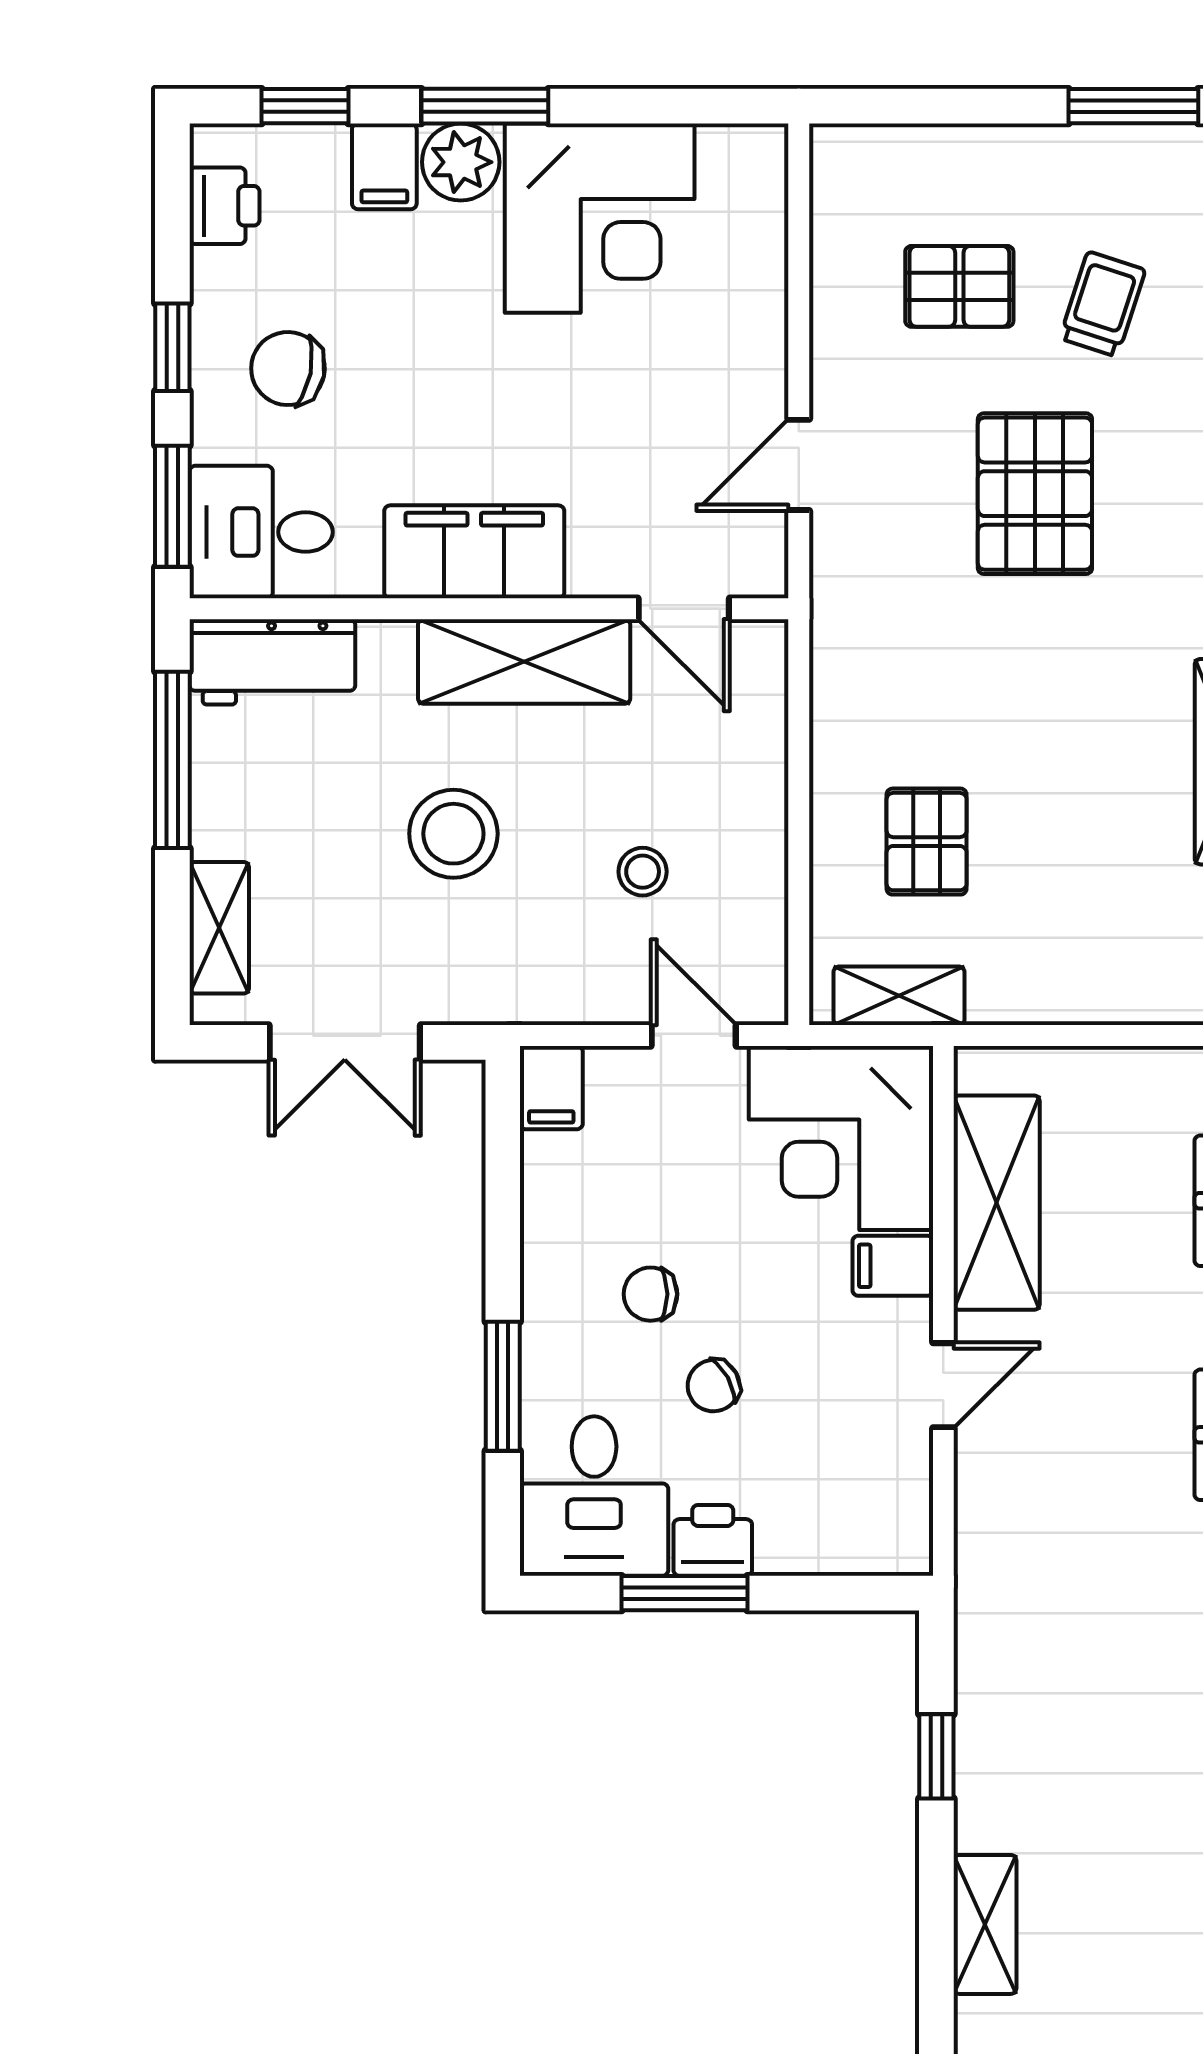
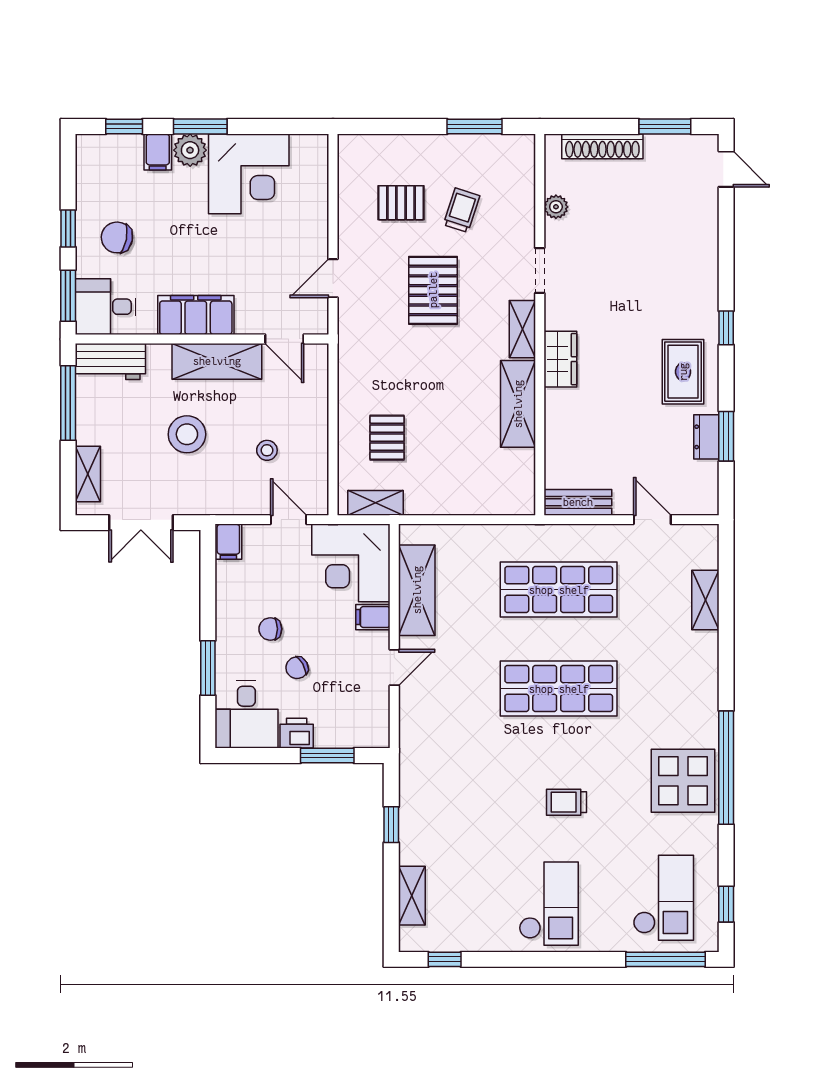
printer: (224, 206) -> (90, 169), removed
window: (684, 1593) -> (327, 755), moved

